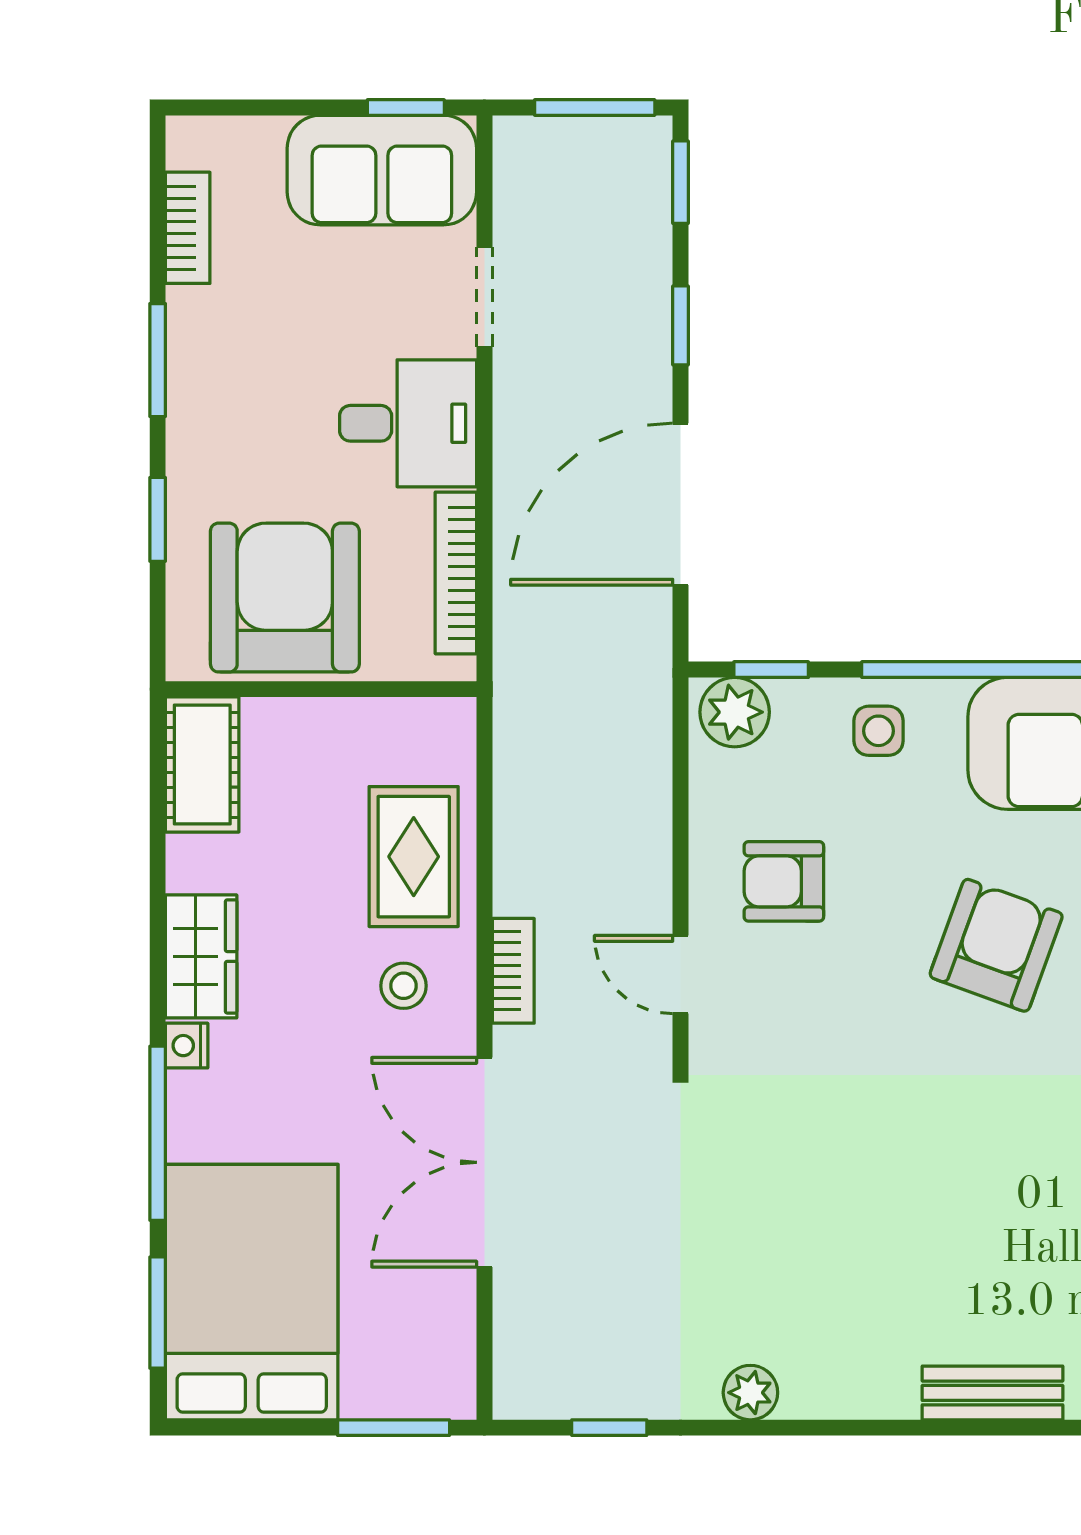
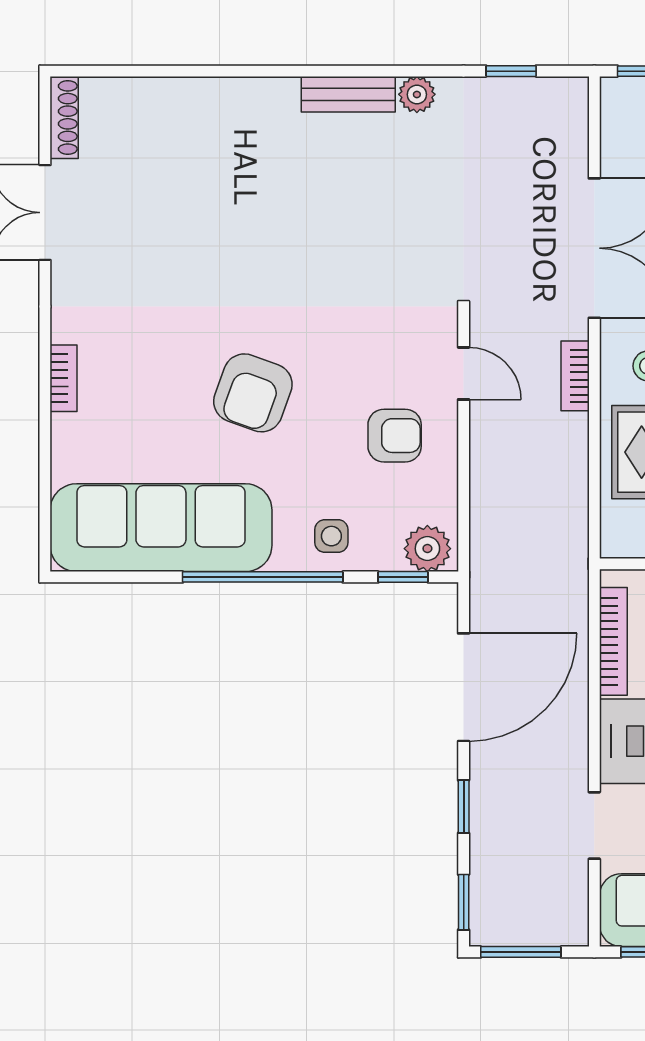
bench: (993, 1393) -> (348, 94), moved

